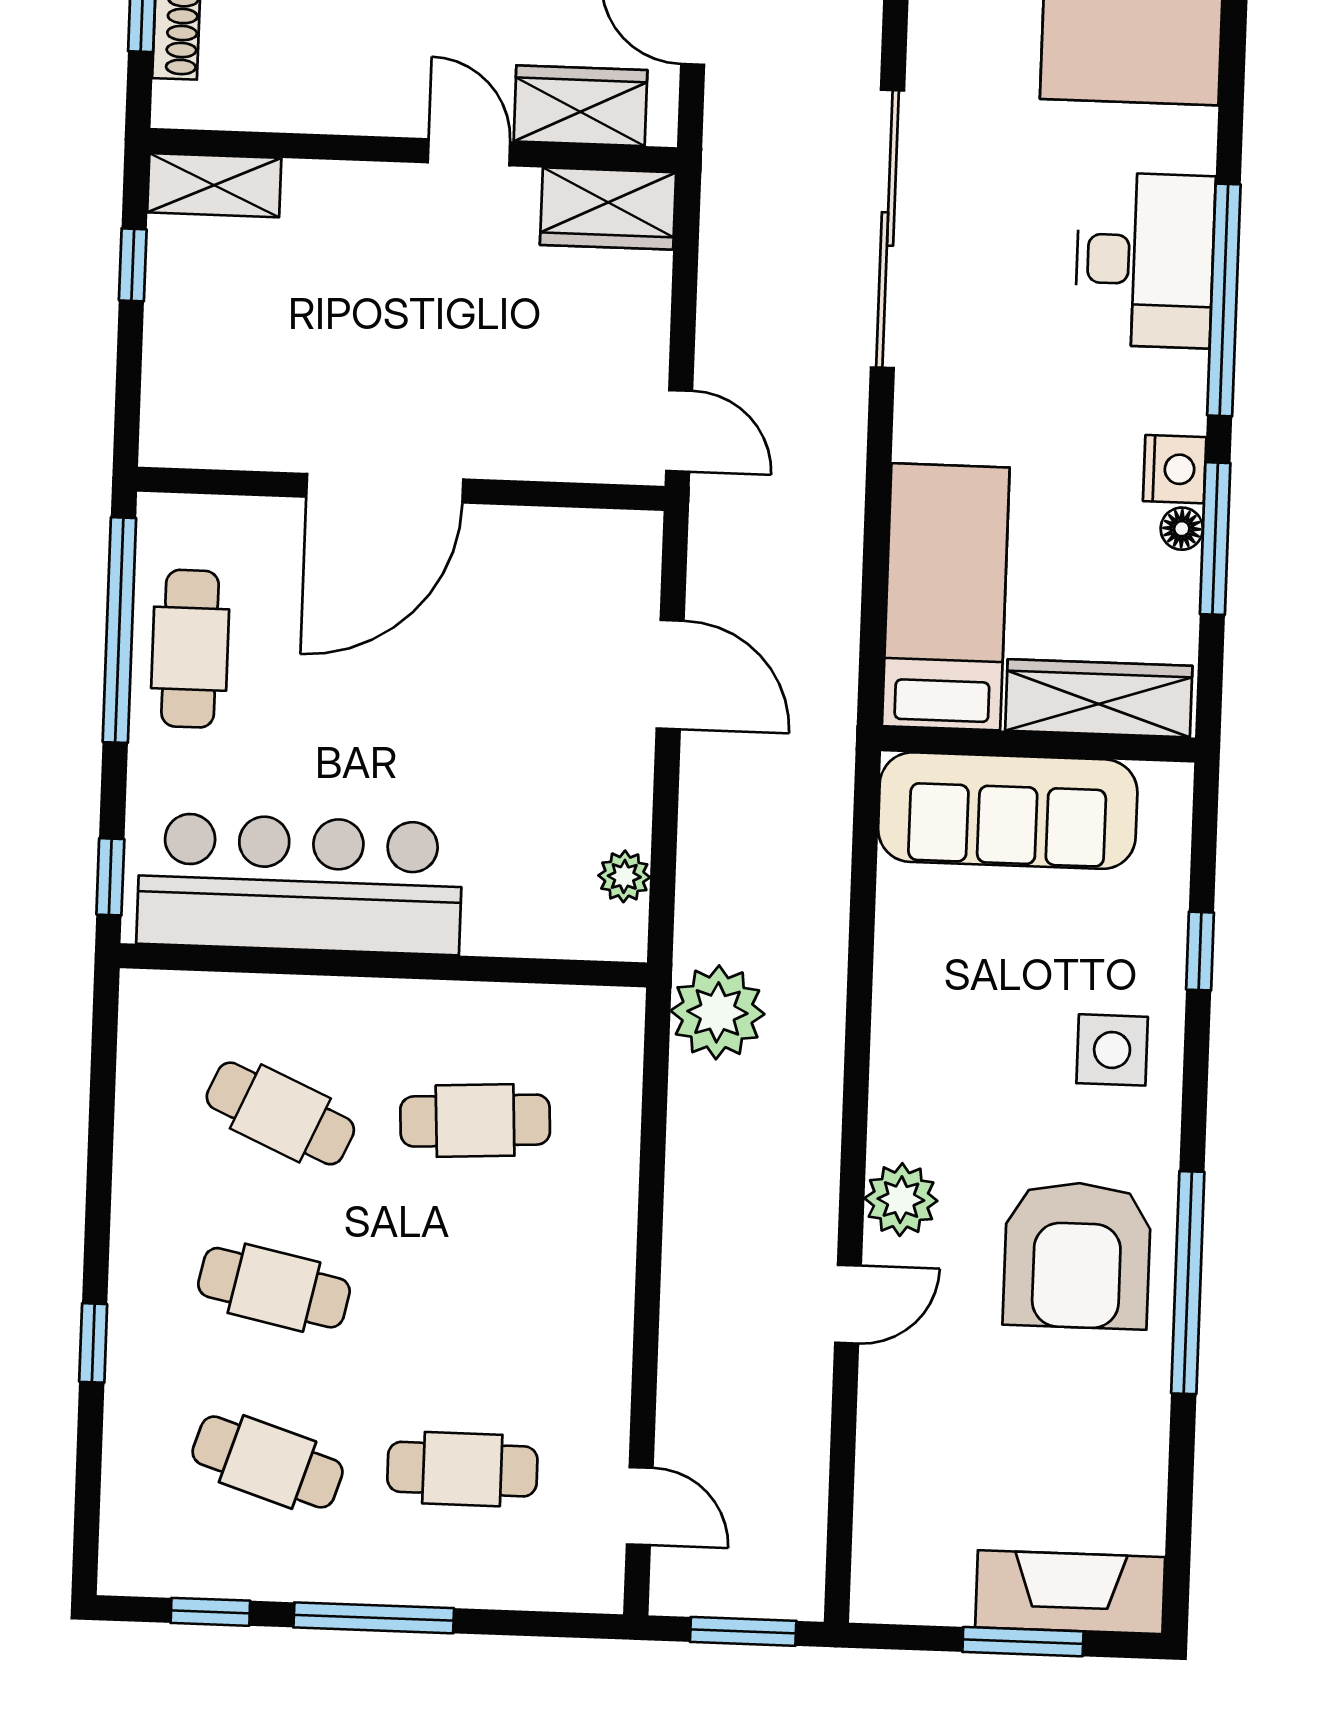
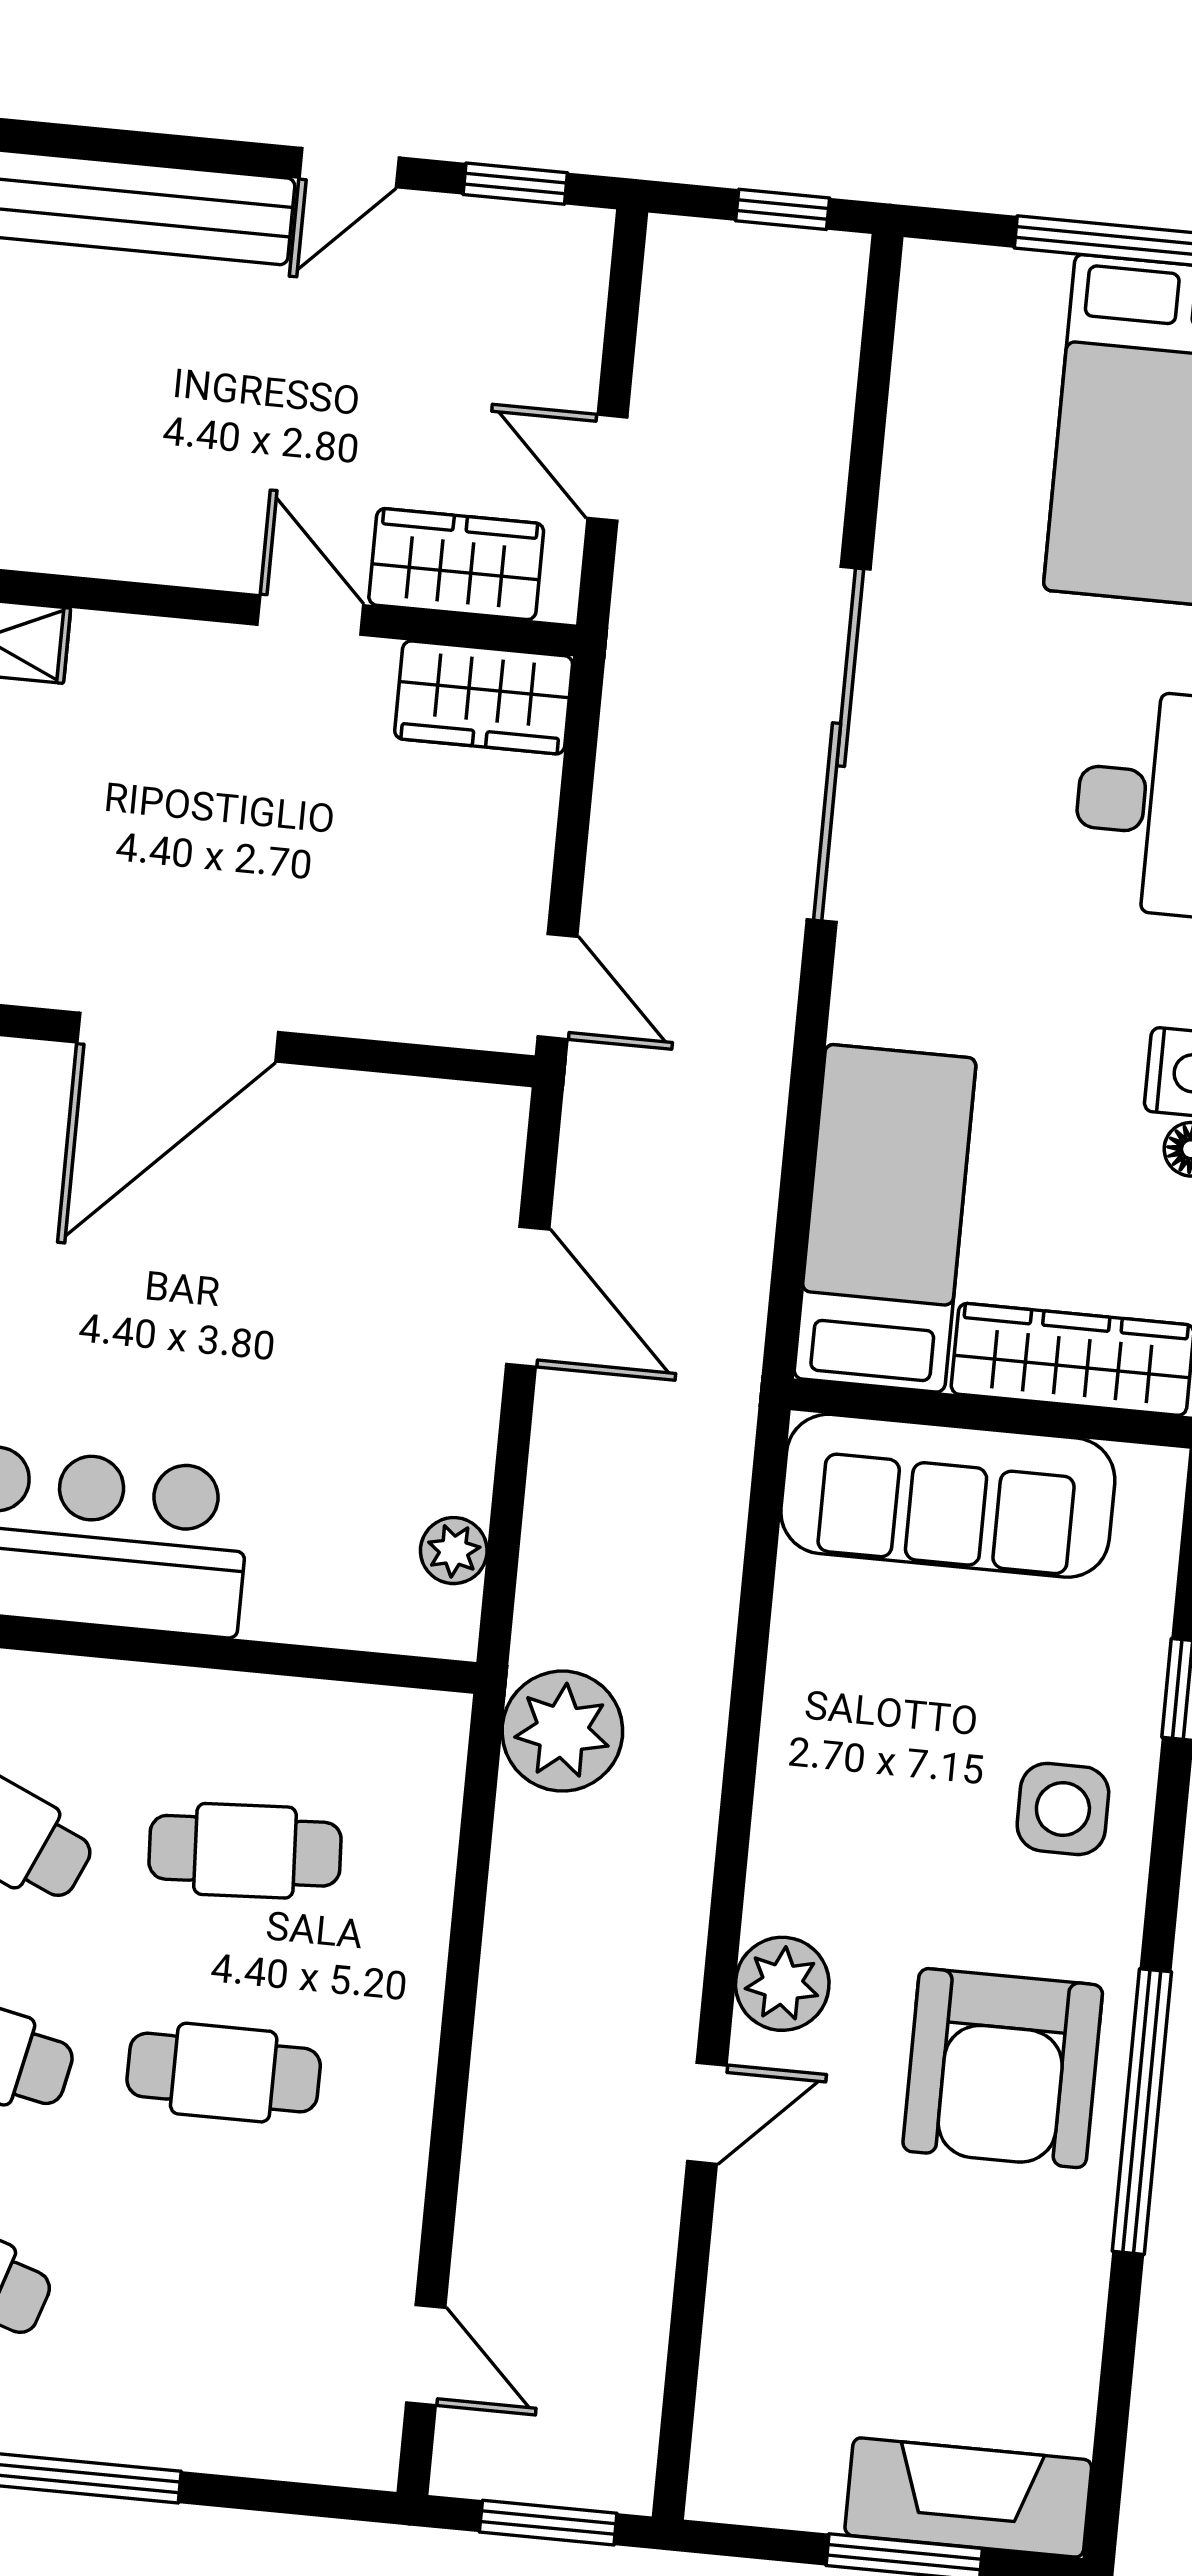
cafe table: (462, 1469) -> (224, 2073), moved

